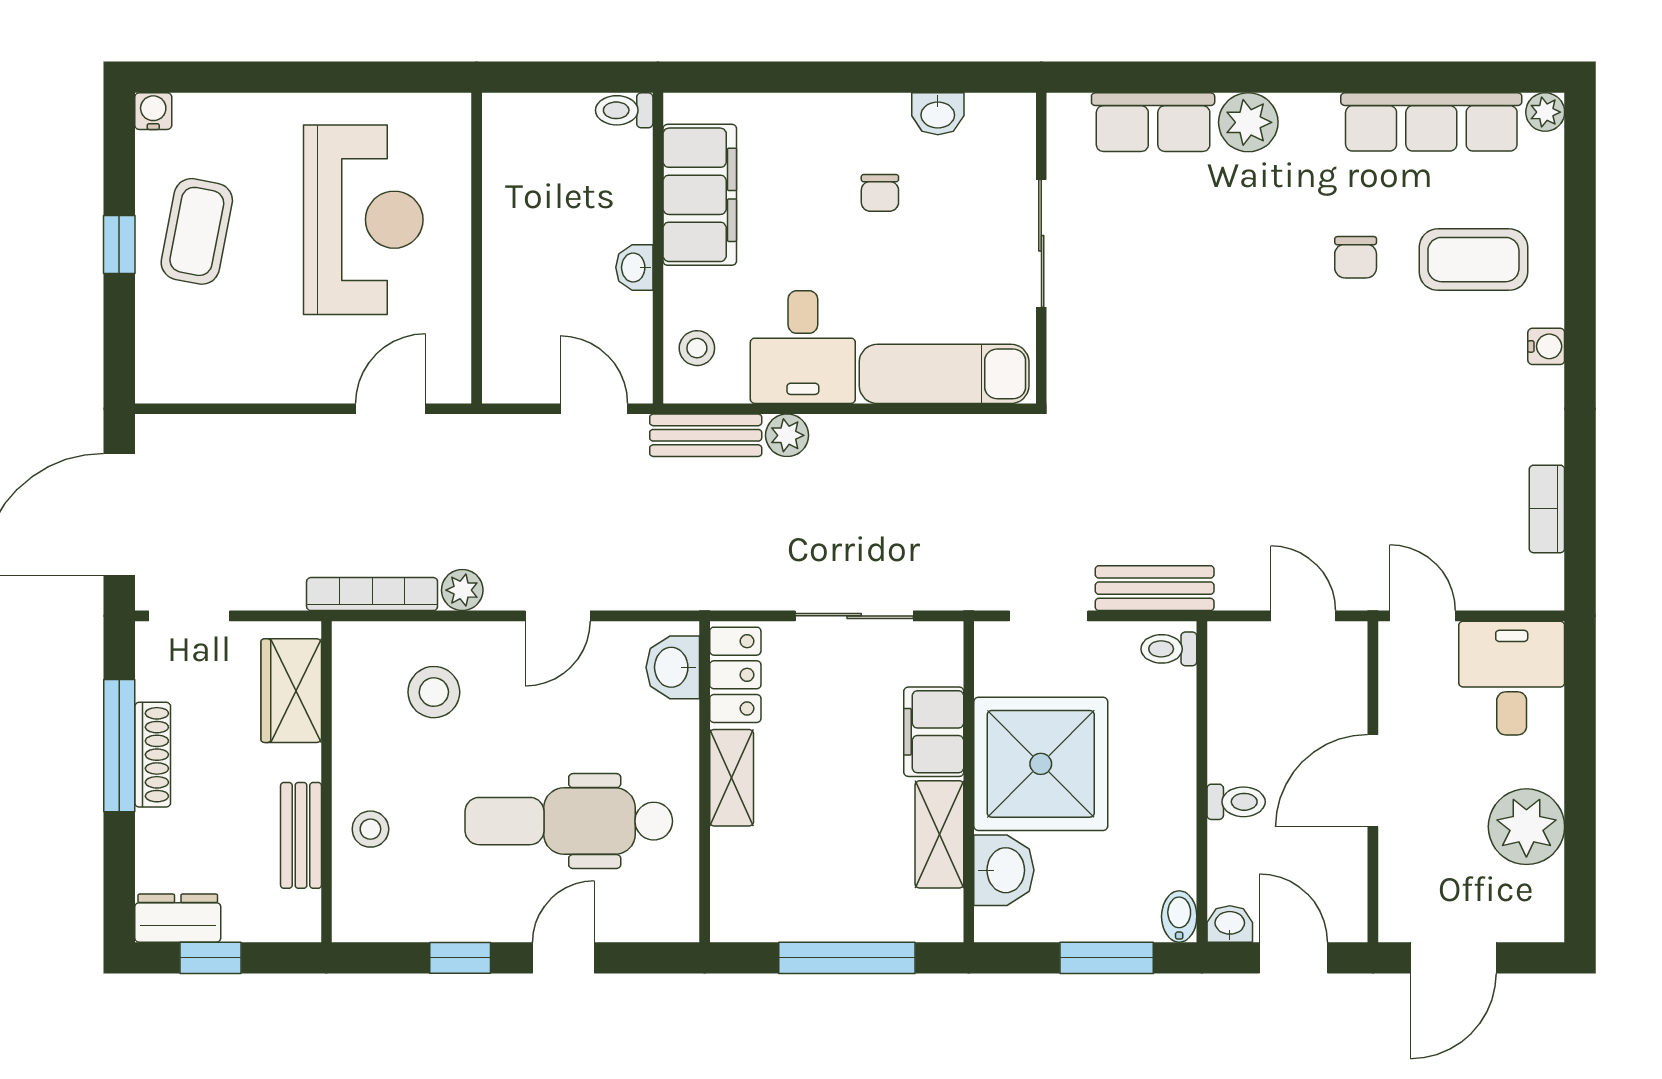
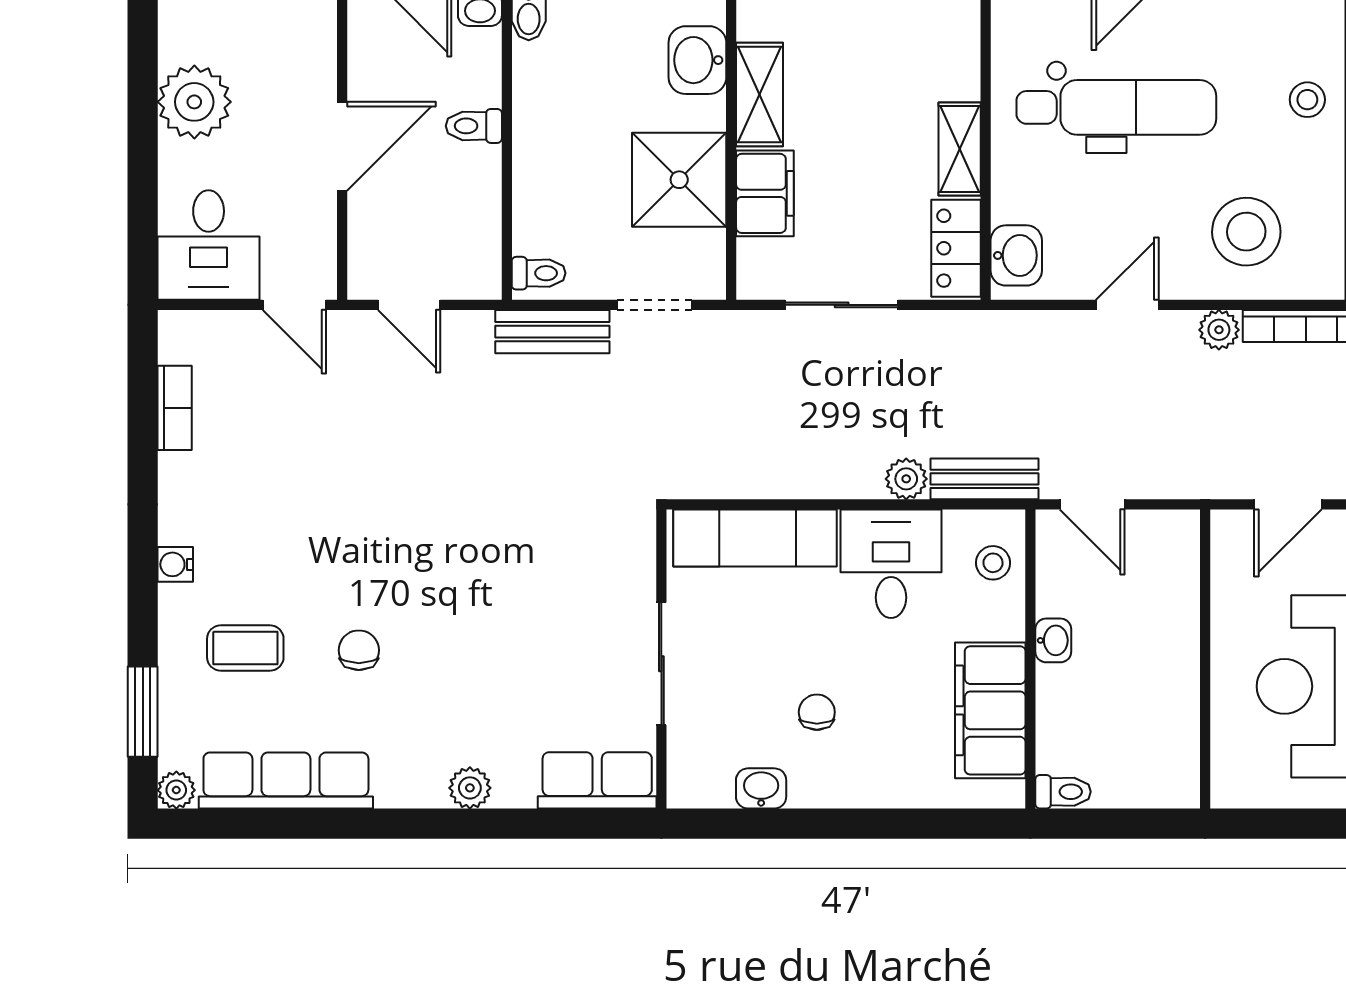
row of seats: (1153, 122) -> (597, 780), moved
plant: (1248, 122) -> (470, 788), width x0.73, depth x0.73
window: (1580, 194) -> (143, 712), added
coffee table: (1473, 260) -> (245, 648), width x0.73, depth x0.77
stool: (434, 692) -> (1246, 232), width x1.38, depth x1.38
shower: (1041, 764) -> (679, 180), width x0.73, depth x0.73

